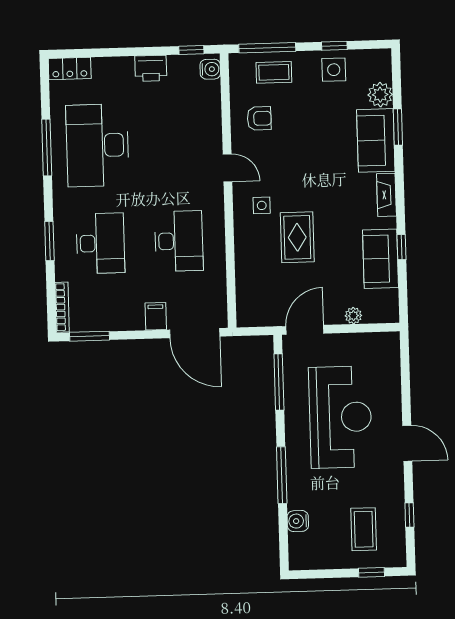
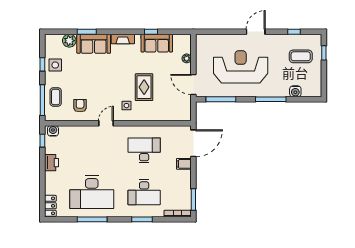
rug: (297, 237) -> (144, 87), turned 90
desk: (100, 243) -> (144, 192), turned 180

